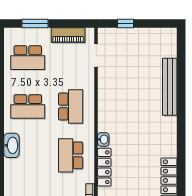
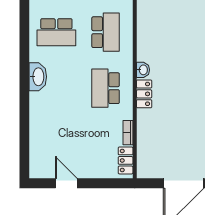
locker: (104, 167) -> (144, 94), width x0.66

